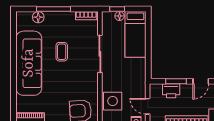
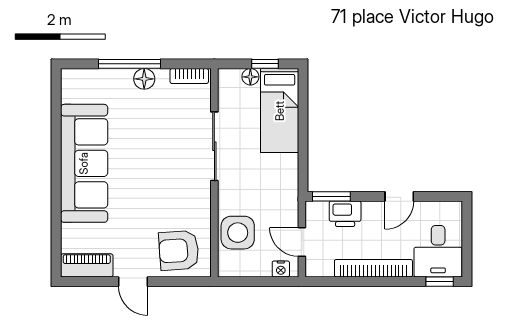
window: (117, 9) -> (265, 64), moved
floor lamp: (38, 17) -> (144, 79), moved
coffee table: (62, 52) -> (144, 142), removed
window: (176, 81) -> (331, 196), moved

